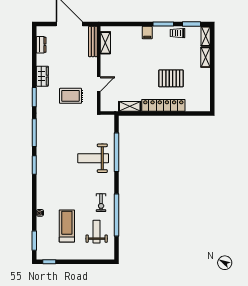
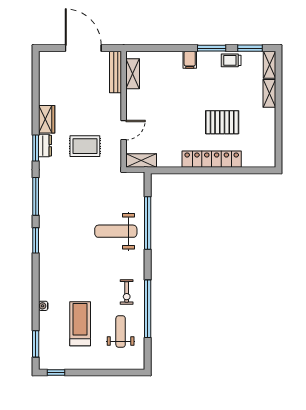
dresser: (41, 45) -> (45, 146), moved
shelving: (130, 106) -> (141, 161), moved

